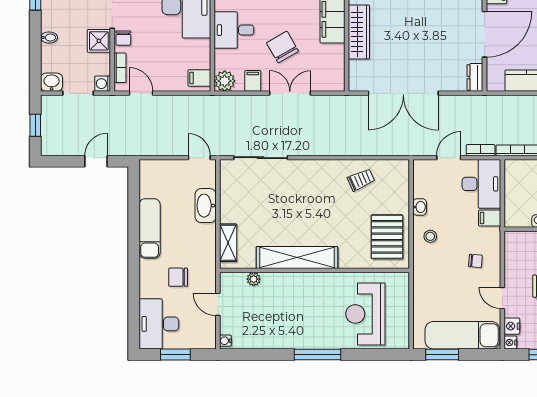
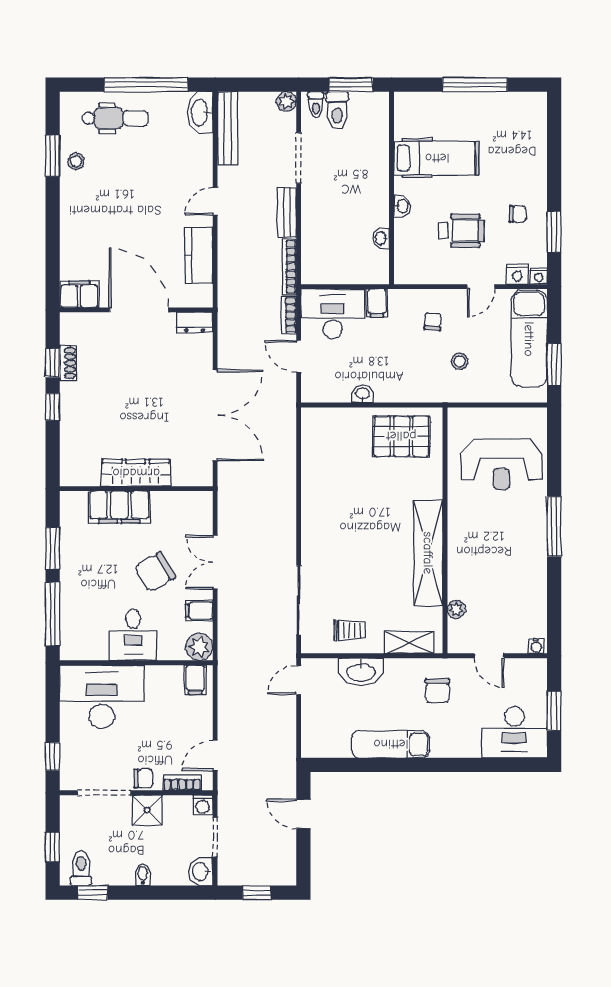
trolley: (361, 180) -> (349, 630), moved, turned 114
stool: (430, 236) -> (460, 361), moved
chair: (178, 277) -> (437, 691), moved
door: (218, 304) -> (489, 656), hinge flipped

